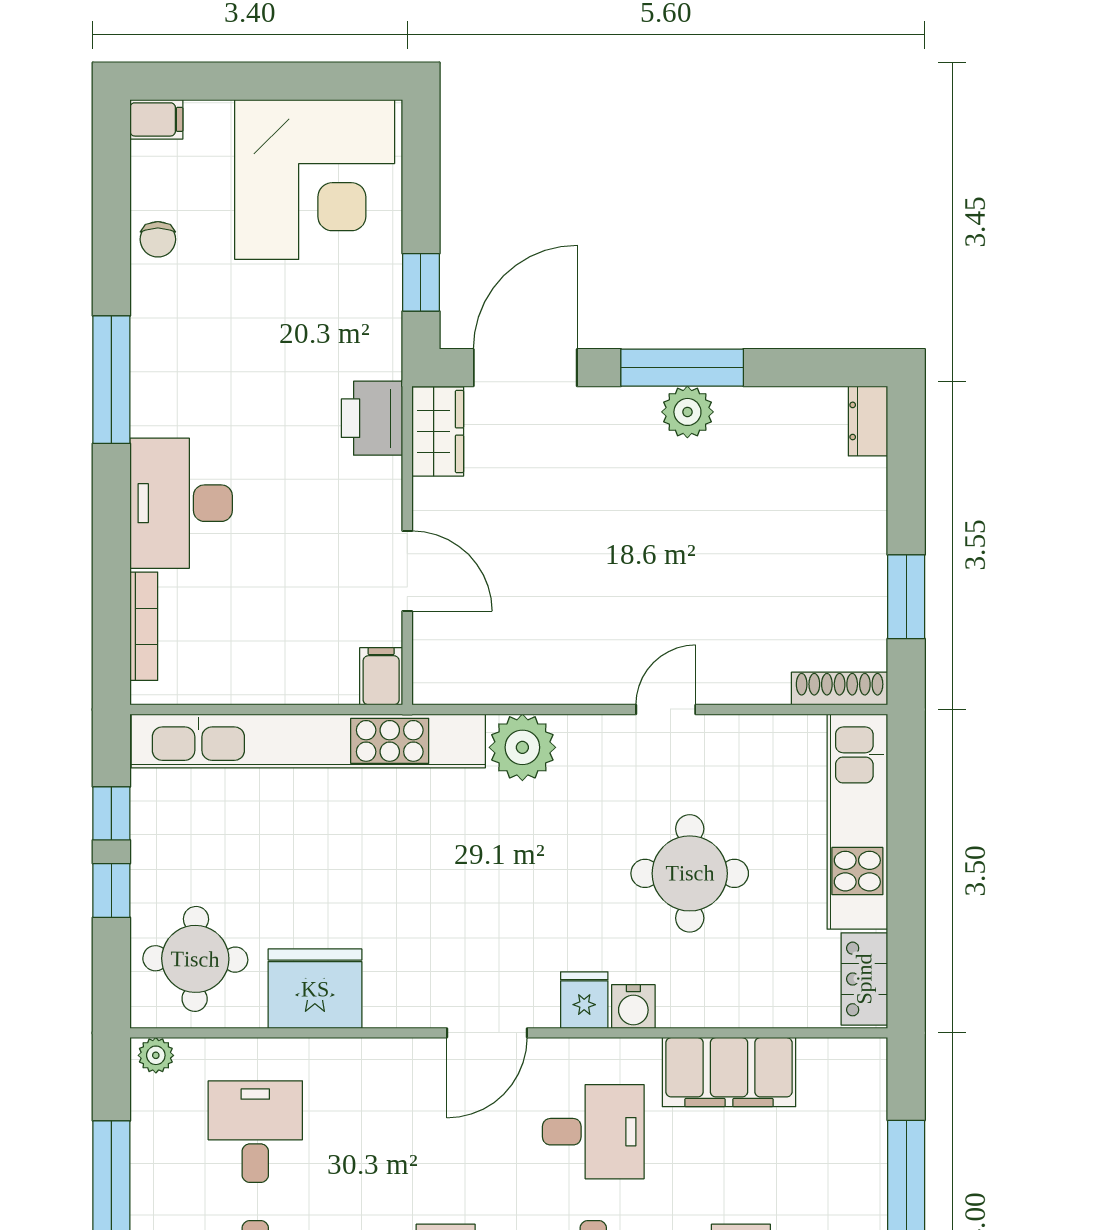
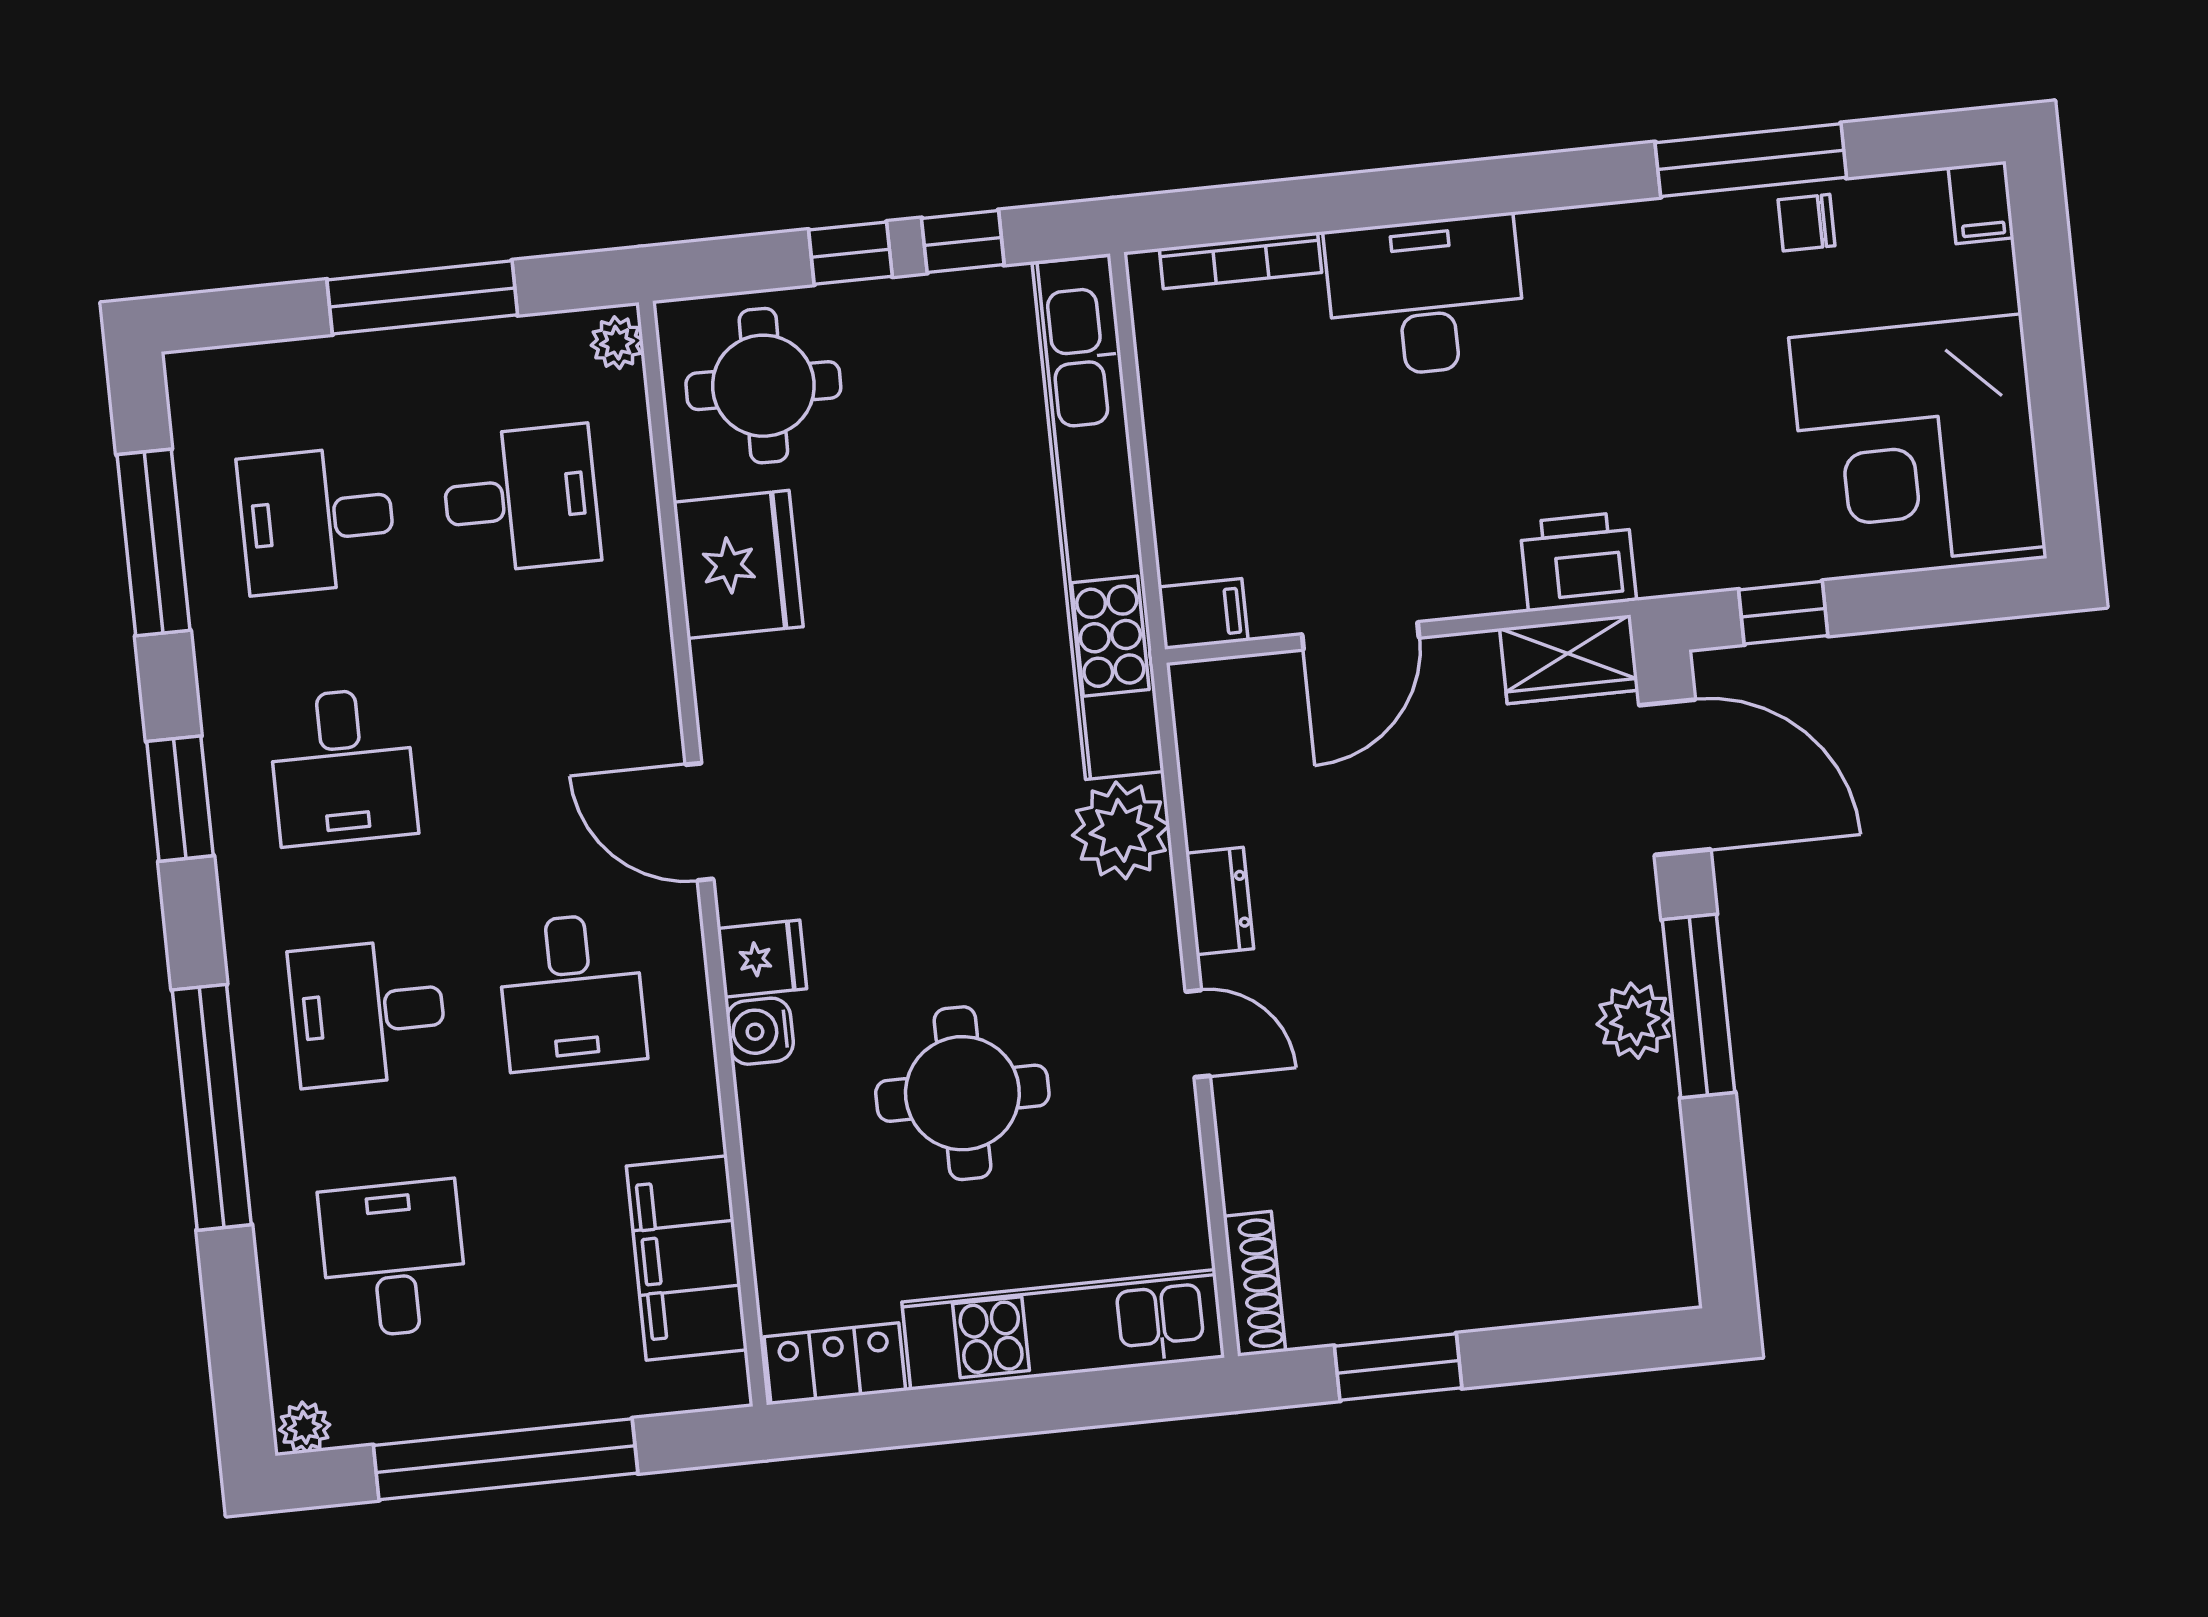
window: (111, 380) -> (1751, 160), moved
dresser: (868, 421) -> (1220, 901), moved, turned 90
filing cabinet: (729, 1072) -> (687, 1258), moved

